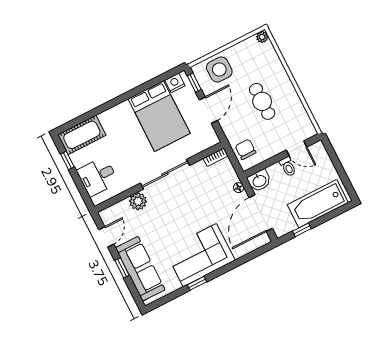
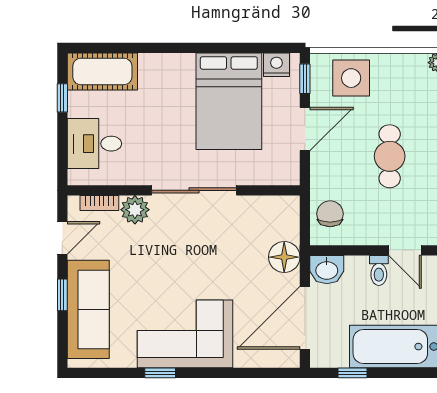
bookcase: (216, 157) -> (99, 203), moved
floor lamp: (239, 188) -> (284, 257), width x1.89, depth x1.89

